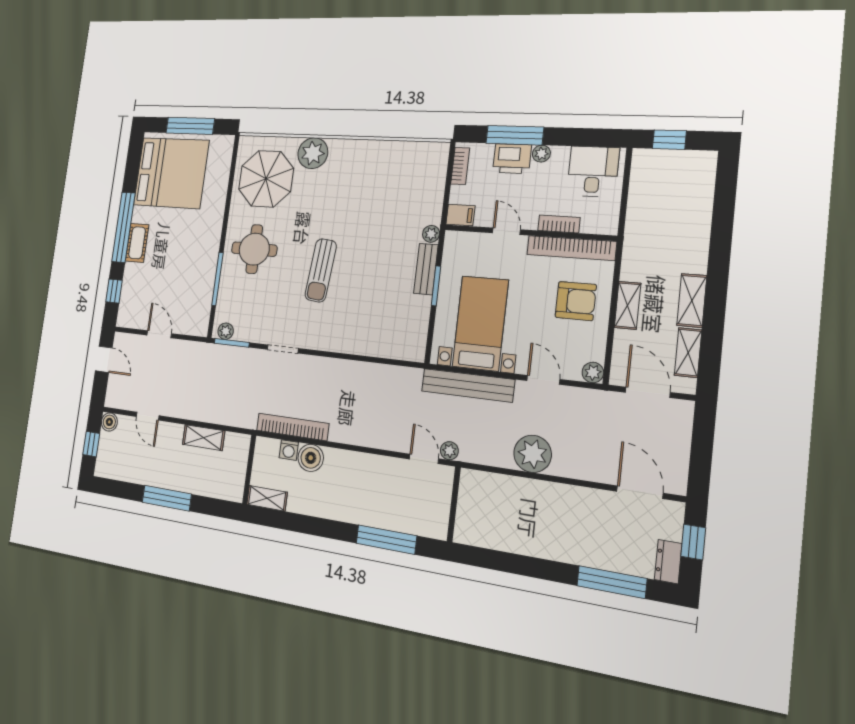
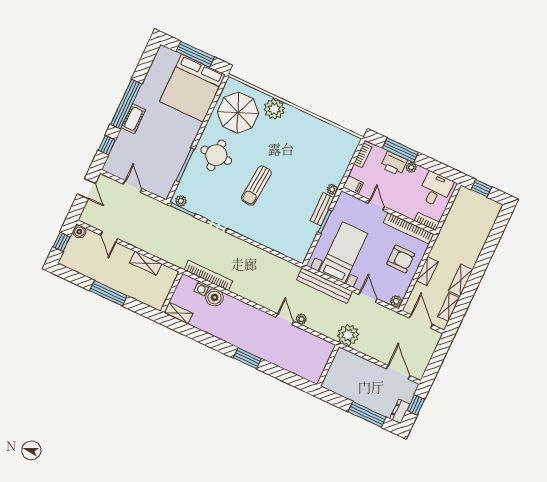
bed: (171, 173) -> (192, 88), moved, turned 90
bookcase: (559, 224) -> (427, 221), moved
wall: (454, 504) -> (328, 366), moved
window: (386, 540) -> (247, 358), width x0.69

